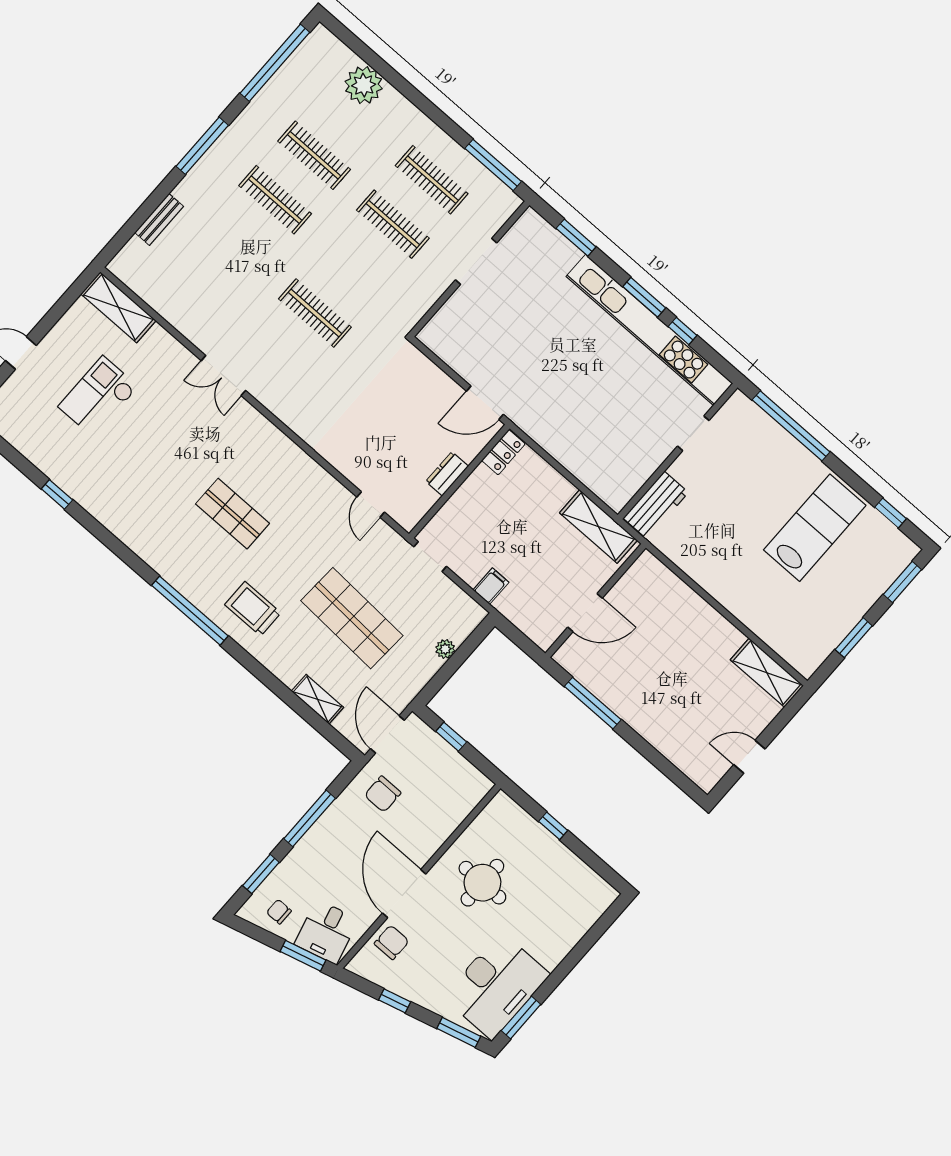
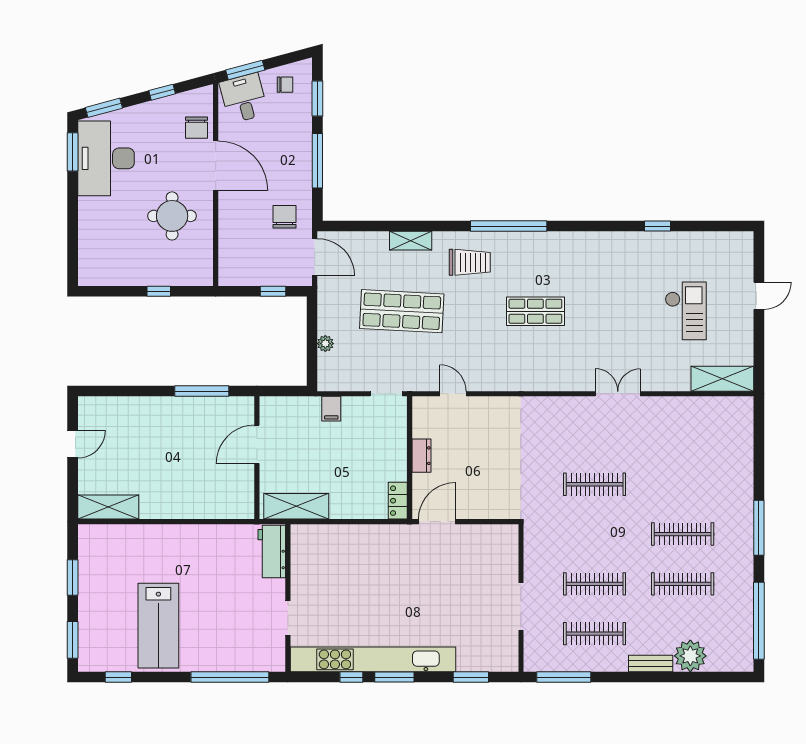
bench: (159, 219) -> (651, 664), moved, turned 90
shelving: (317, 699) -> (411, 241), moved

